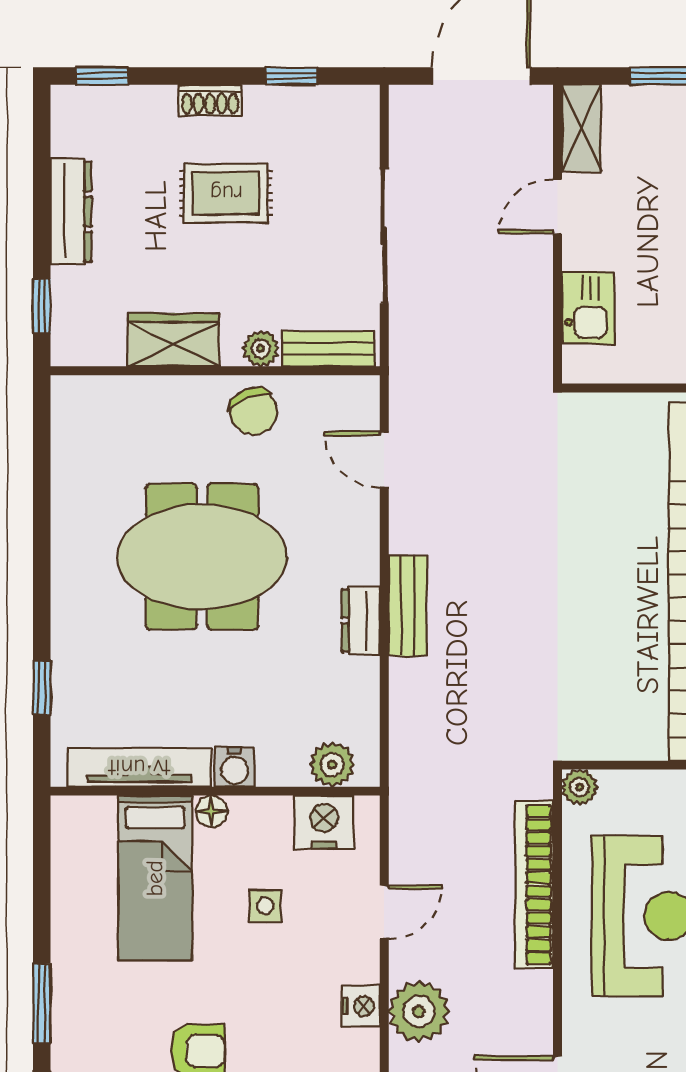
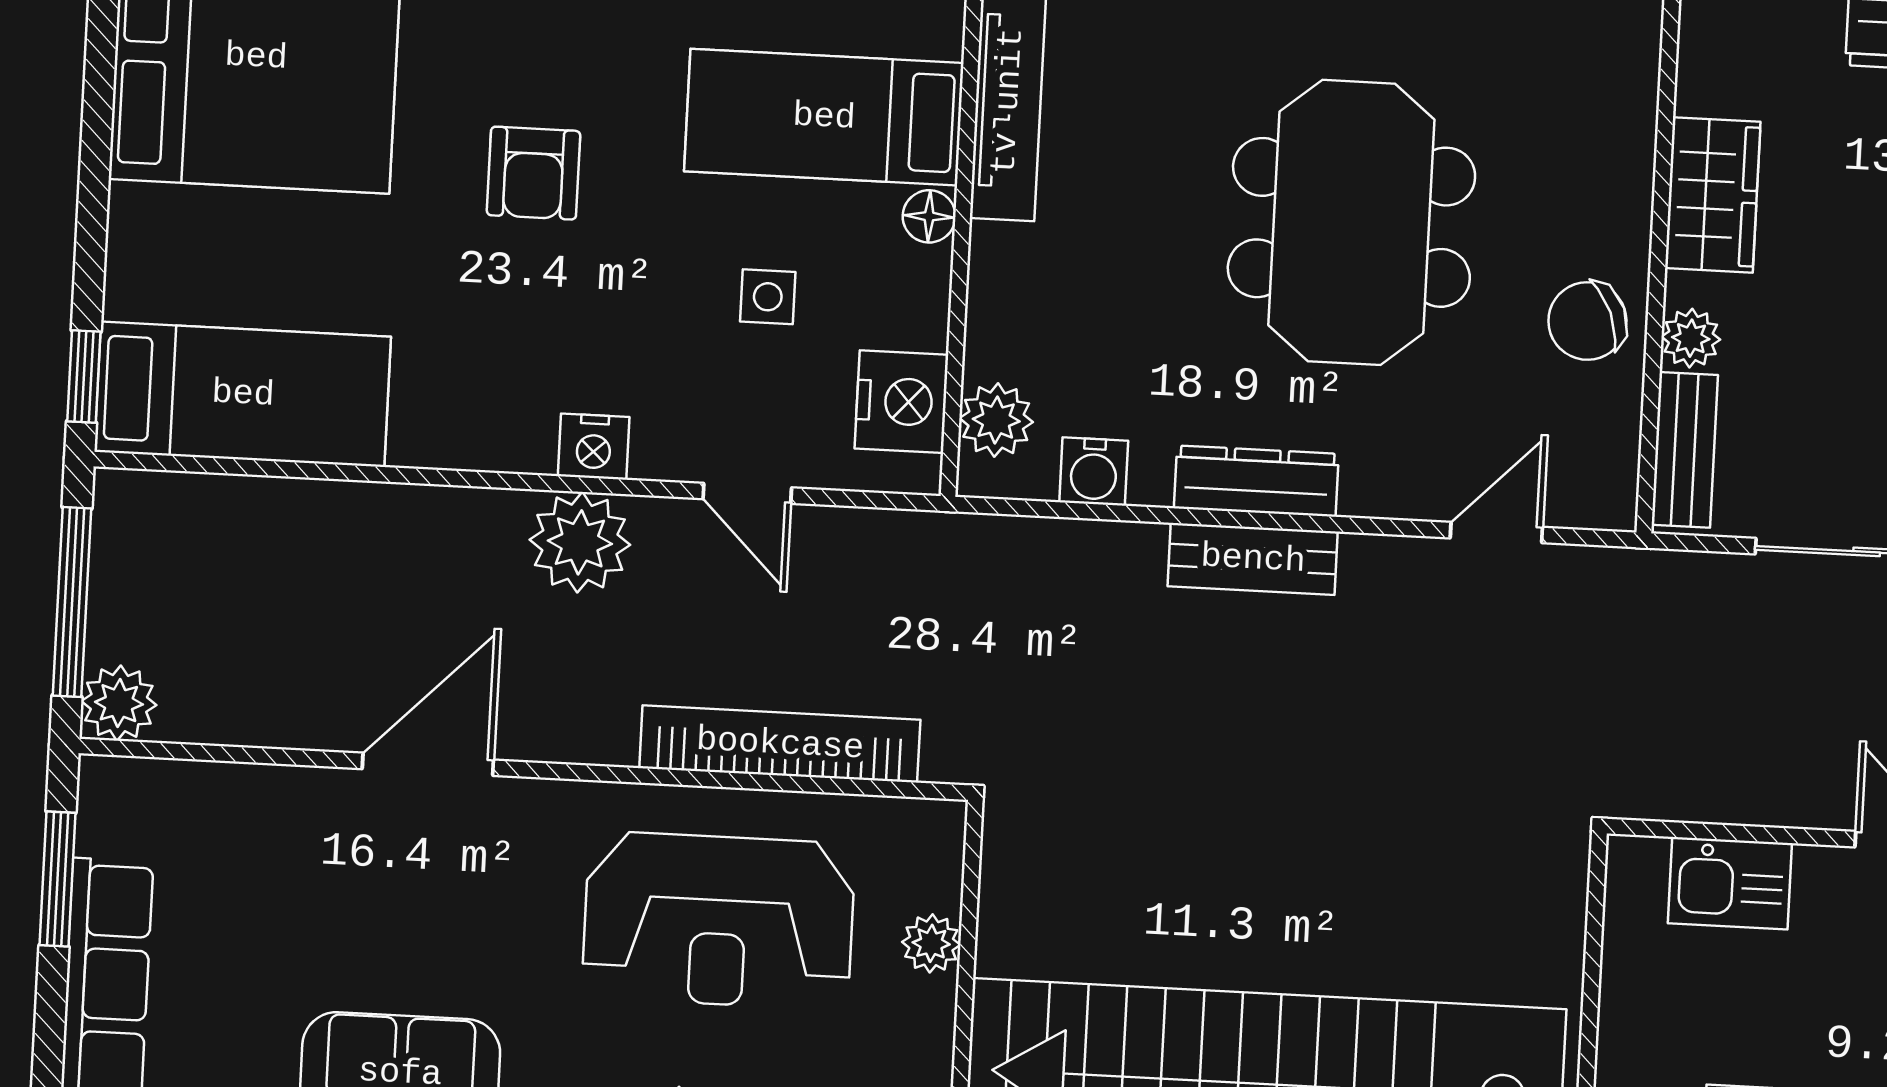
dresser: (361, 621) -> (1256, 481), width x1.44
water cooler: (235, 767) -> (1094, 471), moved, turned -90
plant: (580, 787) -> (931, 943), moved

